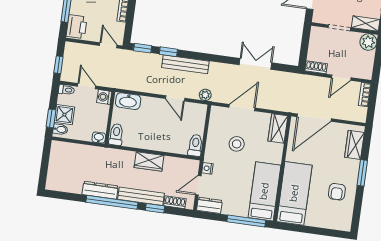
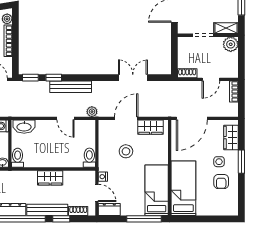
wardrobe: (278, 128) -> (150, 127), moved, turned -90
side table: (338, 170) -> (219, 162), added
door: (198, 185) -> (97, 193), swing flipped

